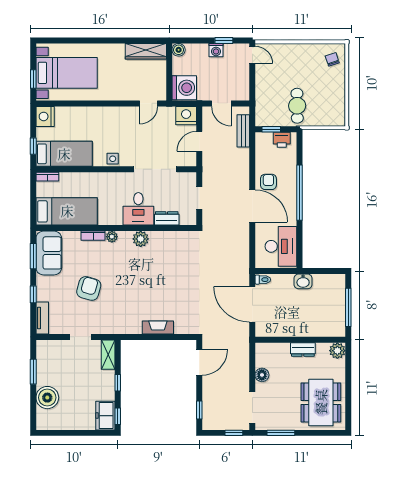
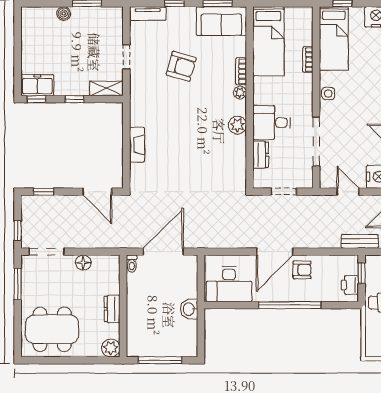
bookcase: (47, 177) -> (308, 60), moved
toilet: (263, 280) -> (132, 264), moved
boiler: (47, 398) -> (64, 13), width x0.54, depth x0.54

